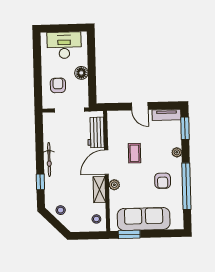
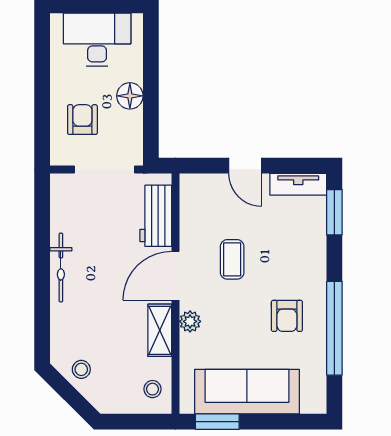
plant: (177, 152) -> (317, 260), removed
window: (40, 182) -> (42, 312), removed

